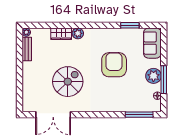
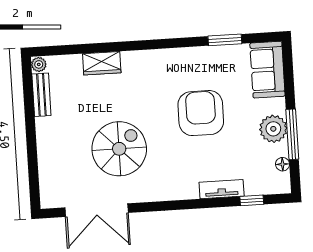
plant: (78, 33) -> (132, 61), removed
tv unit: (123, 107) -> (222, 189), added
window: (139, 115) -> (252, 200), width x0.46

